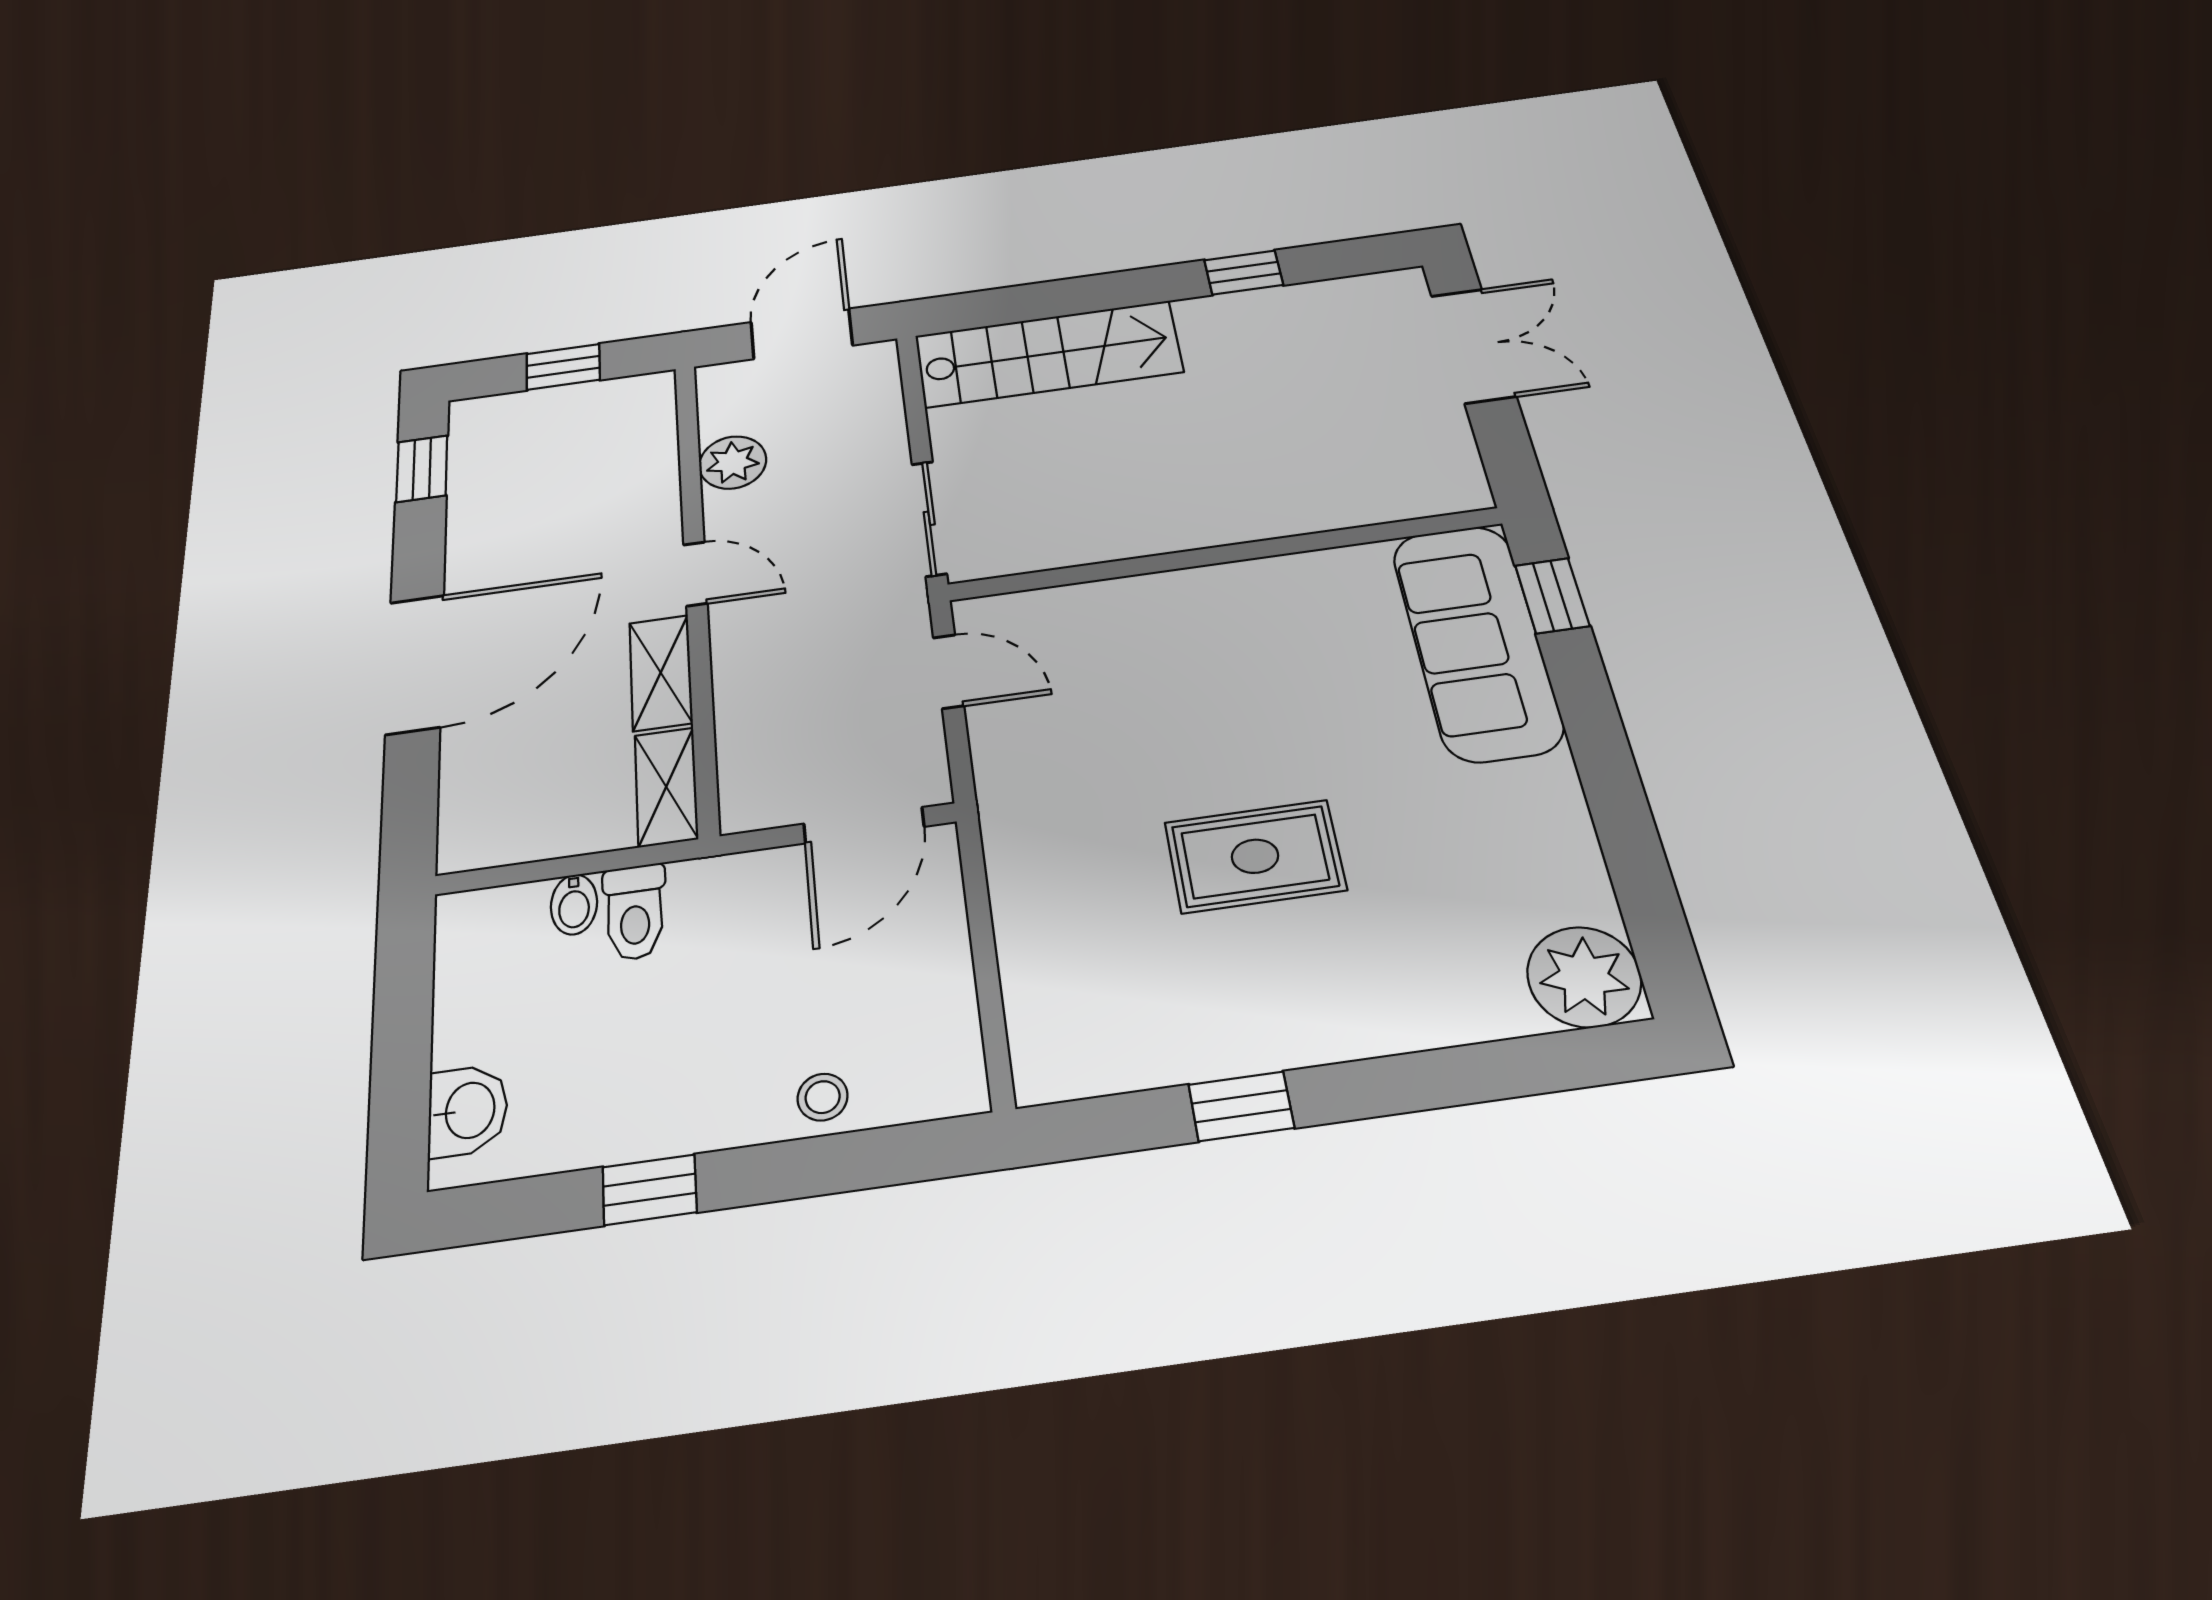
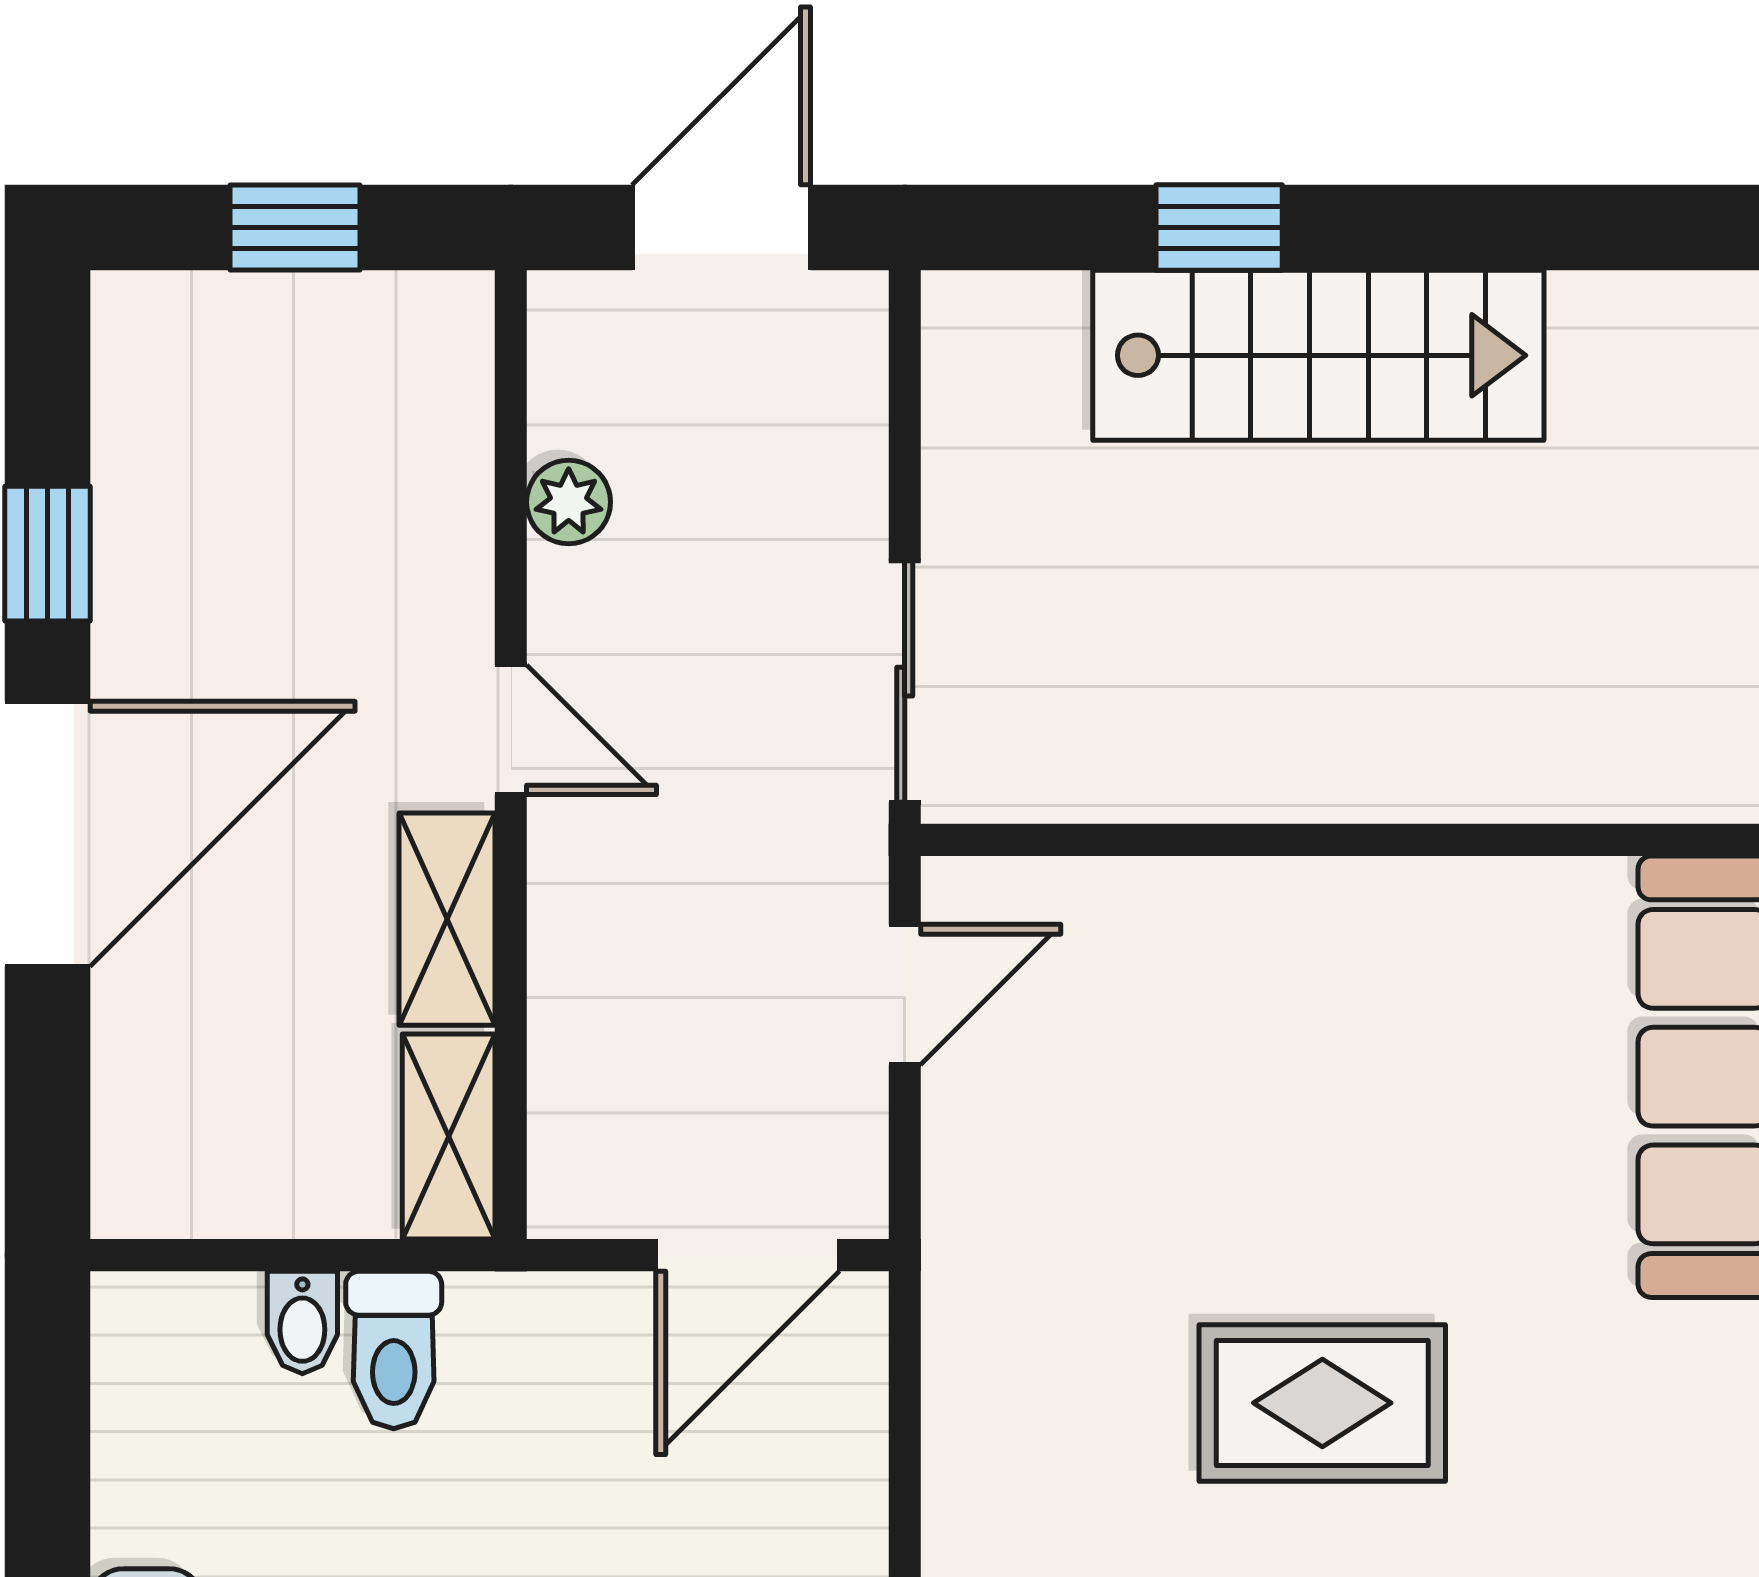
window: (1244, 272) -> (1219, 228), moved
stairs: (1048, 354) -> (1318, 355), moved
plant: (733, 462) -> (569, 502), width x0.73, depth x0.73
window: (422, 469) -> (48, 554), moved
door: (949, 671) -> (905, 995), hinge flipped

